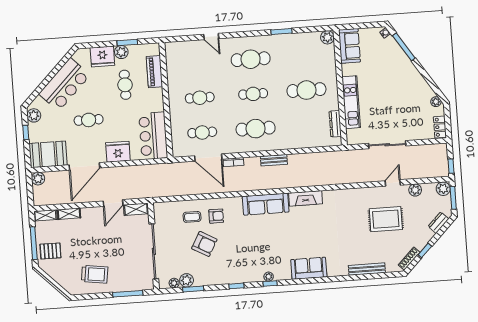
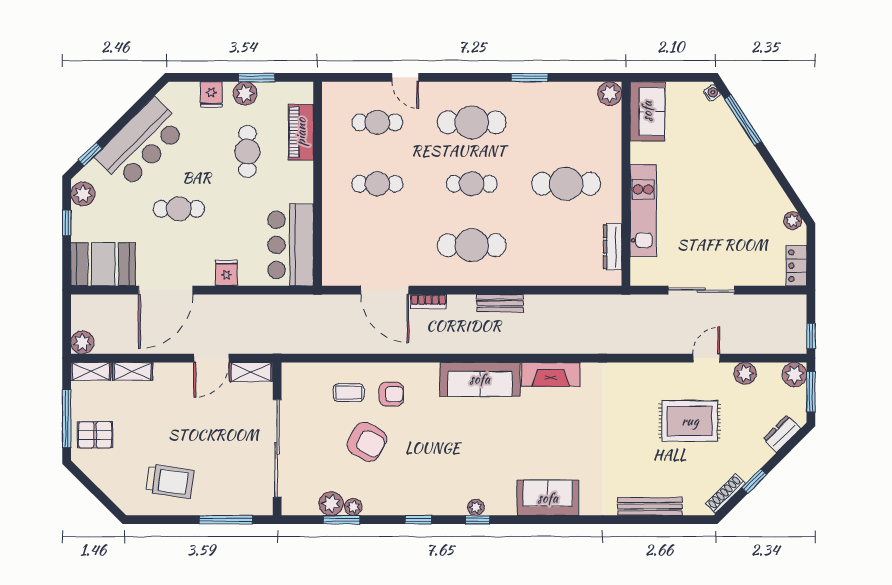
fridge: (102, 57) -> (211, 95), width x0.53, depth x0.75
window: (36, 93) -> (90, 154), added
cafe table: (202, 132) -> (377, 122), moved
fridge: (118, 152) -> (226, 273), width x0.53, depth x0.75
plant: (38, 179) -> (82, 342), moved
plant: (174, 283) -> (353, 507), moved

